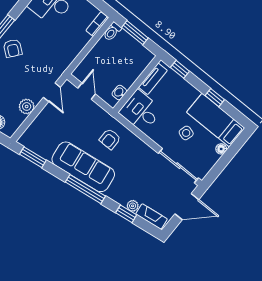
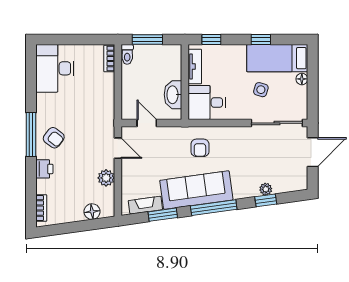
washbasin: (119, 93) -> (173, 95), width x1.91, depth x1.45
window: (33, 157) -> (163, 215), moved
fireplace: (152, 216) -> (145, 205), moved

